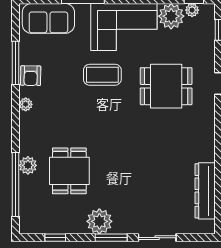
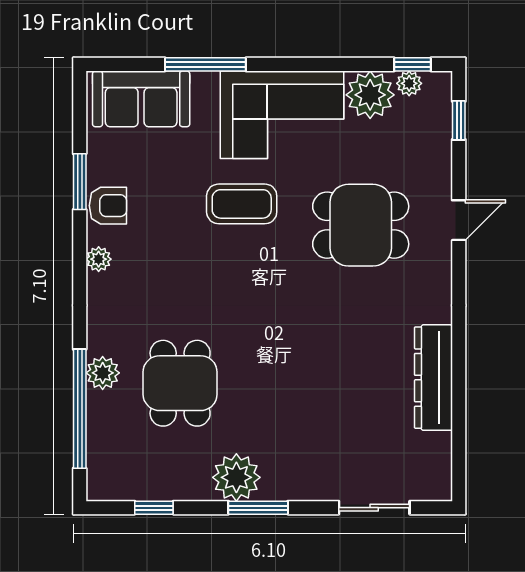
window: (15, 63) -> (80, 182), width x0.69
armchair: (31, 76) -> (108, 206), turned -91
dresser: (205, 191) -> (433, 378), moved
sliding door: (157, 238) -> (374, 508), moved

